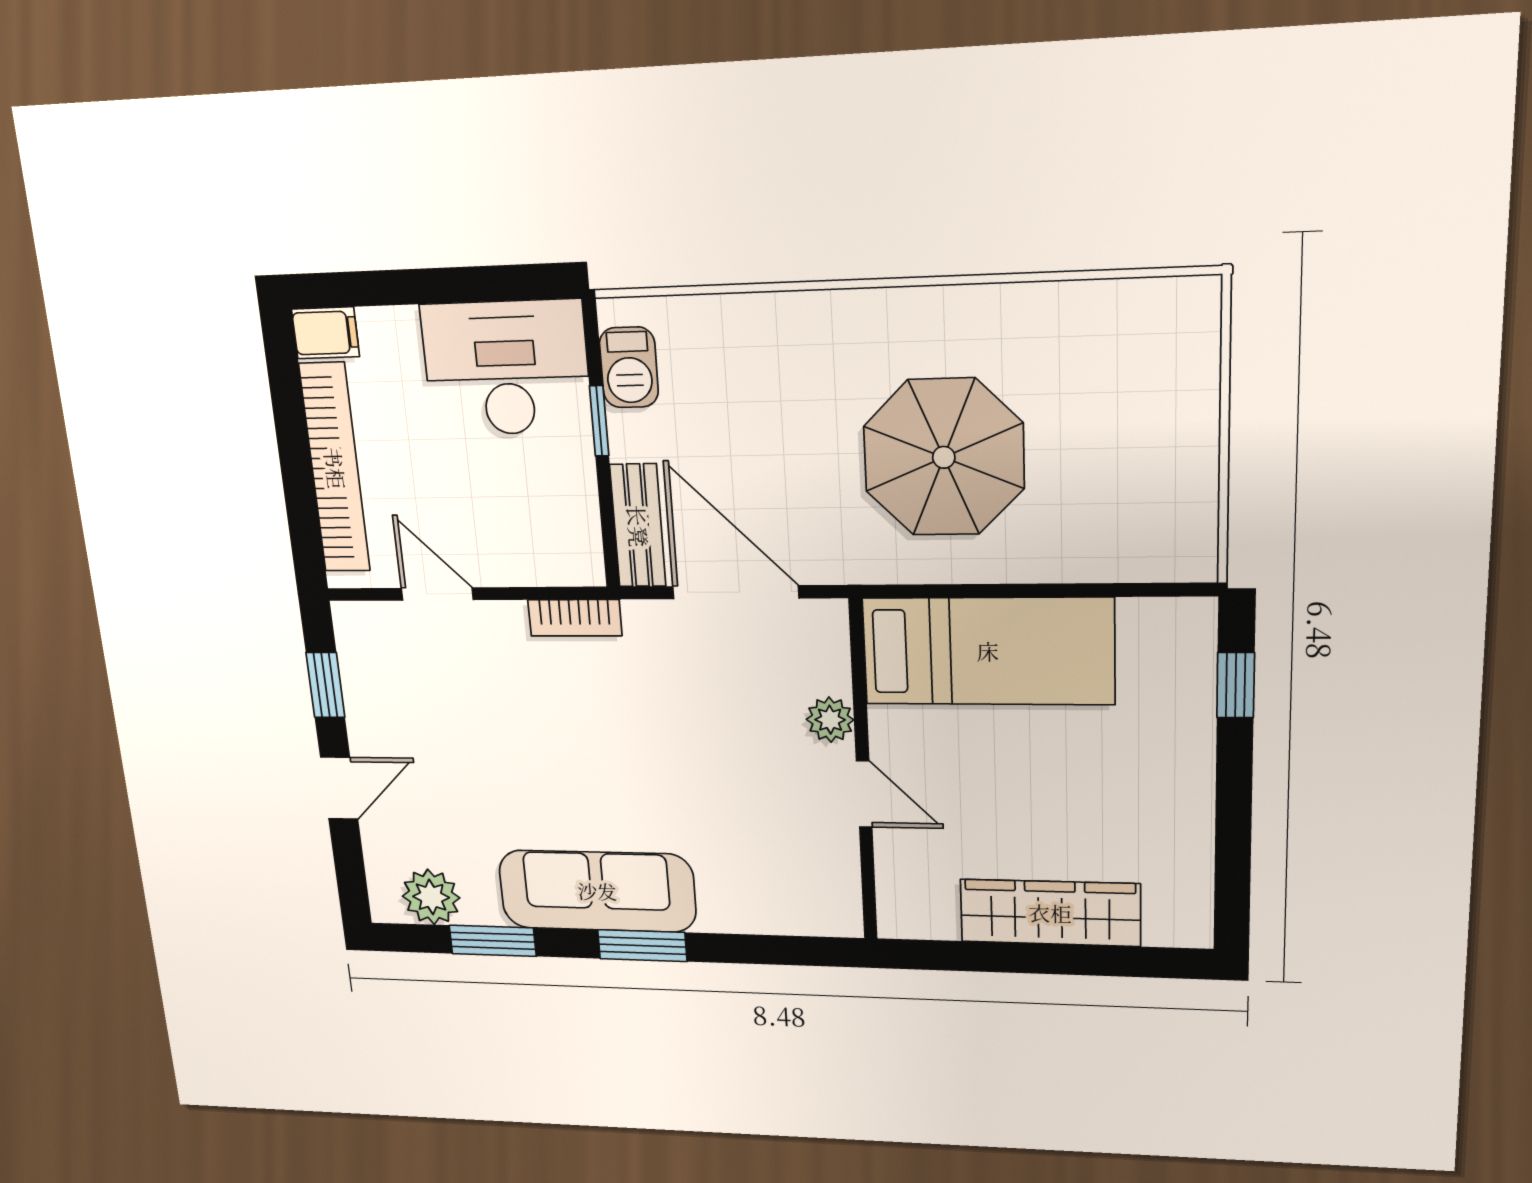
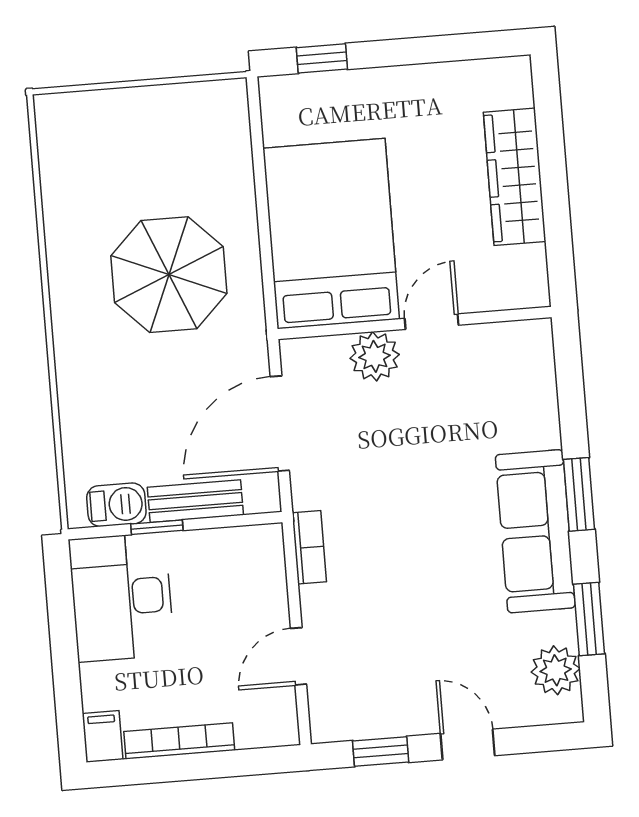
bookcase: (335, 468) -> (179, 741), width x0.68, depth x0.76
bench: (638, 526) -> (195, 501), moved
bed: (988, 651) -> (331, 234), width x1.50
plant: (830, 720) -> (375, 356), width x1.38, depth x1.38

